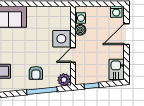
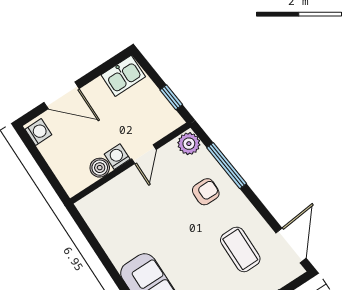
washing machine: (80, 18) -> (117, 157), moved
side table: (61, 39) -> (131, 187), removed
door: (73, 55) -> (144, 154), hinge flipped

